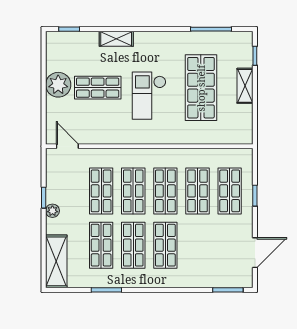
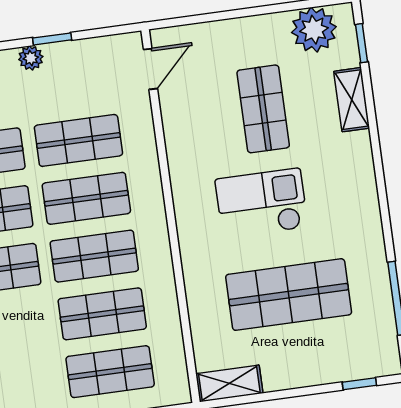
shelving: (116, 39) -> (352, 100), moved
plant: (58, 85) -> (314, 30), moved
shelving: (245, 86) -> (229, 383), moved

